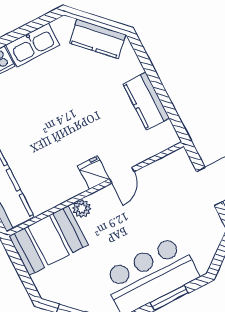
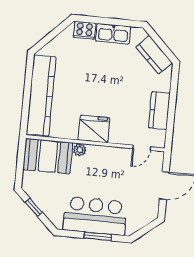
fridge: (93, 172) -> (94, 129), width x1.88, depth x1.34
door: (122, 175) -> (142, 148), moved

